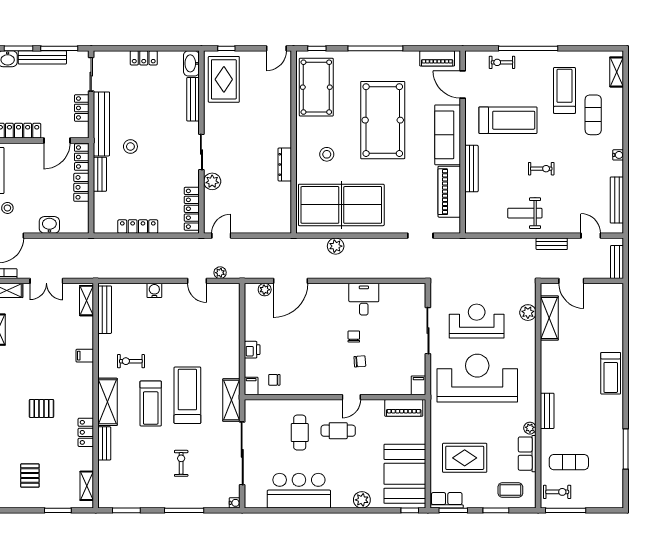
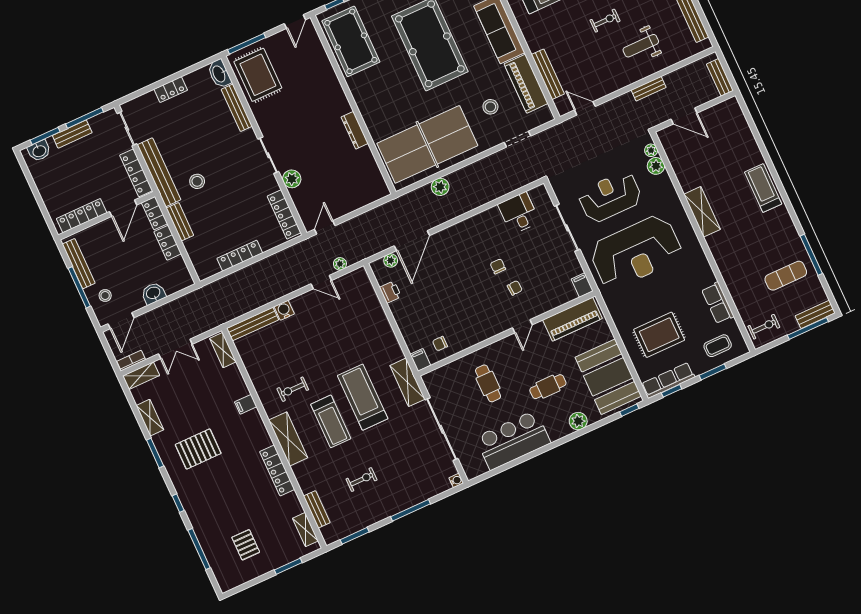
window: (226, 48) -> (247, 44), width x2.17
bench: (42, 57) -> (72, 134), width x0.73
locker: (82, 108) -> (136, 173), width x1.53
stool: (327, 154) -> (490, 107), moved
bench: (471, 169) -> (548, 74), moved
weight bench: (525, 213) -> (641, 46), moved
door: (591, 236) -> (585, 108), moved
desk: (364, 299) -> (519, 213), moved
bench: (105, 310) -> (253, 324), moved, turned 90
shelving: (549, 318) -> (702, 212), moved
printer: (252, 350) -> (390, 292), moved
treadmill: (611, 373) -> (763, 188), turned 180
reception desk: (477, 378) -> (636, 252), turned 180
pallet: (41, 408) -> (198, 449), moved, width x1.50, depth x1.42
piano: (404, 408) -> (572, 319), width x1.37, depth x1.33
bench: (547, 411) -> (815, 314), moved, turned 90
plant: (530, 428) -> (651, 150), moved
cafe table: (338, 431) -> (548, 387), moved
locker: (86, 432) -> (277, 470), width x1.53
bench: (104, 443) -> (317, 509), moved
exercise mat: (569, 462) -> (786, 276), moved
exercise bike: (181, 463) -> (362, 479), moved, turned 90
row of seats: (447, 500) -> (668, 380), width x1.48
window: (453, 510) -> (671, 391), width x0.67
window: (566, 510) -> (808, 328), moved

